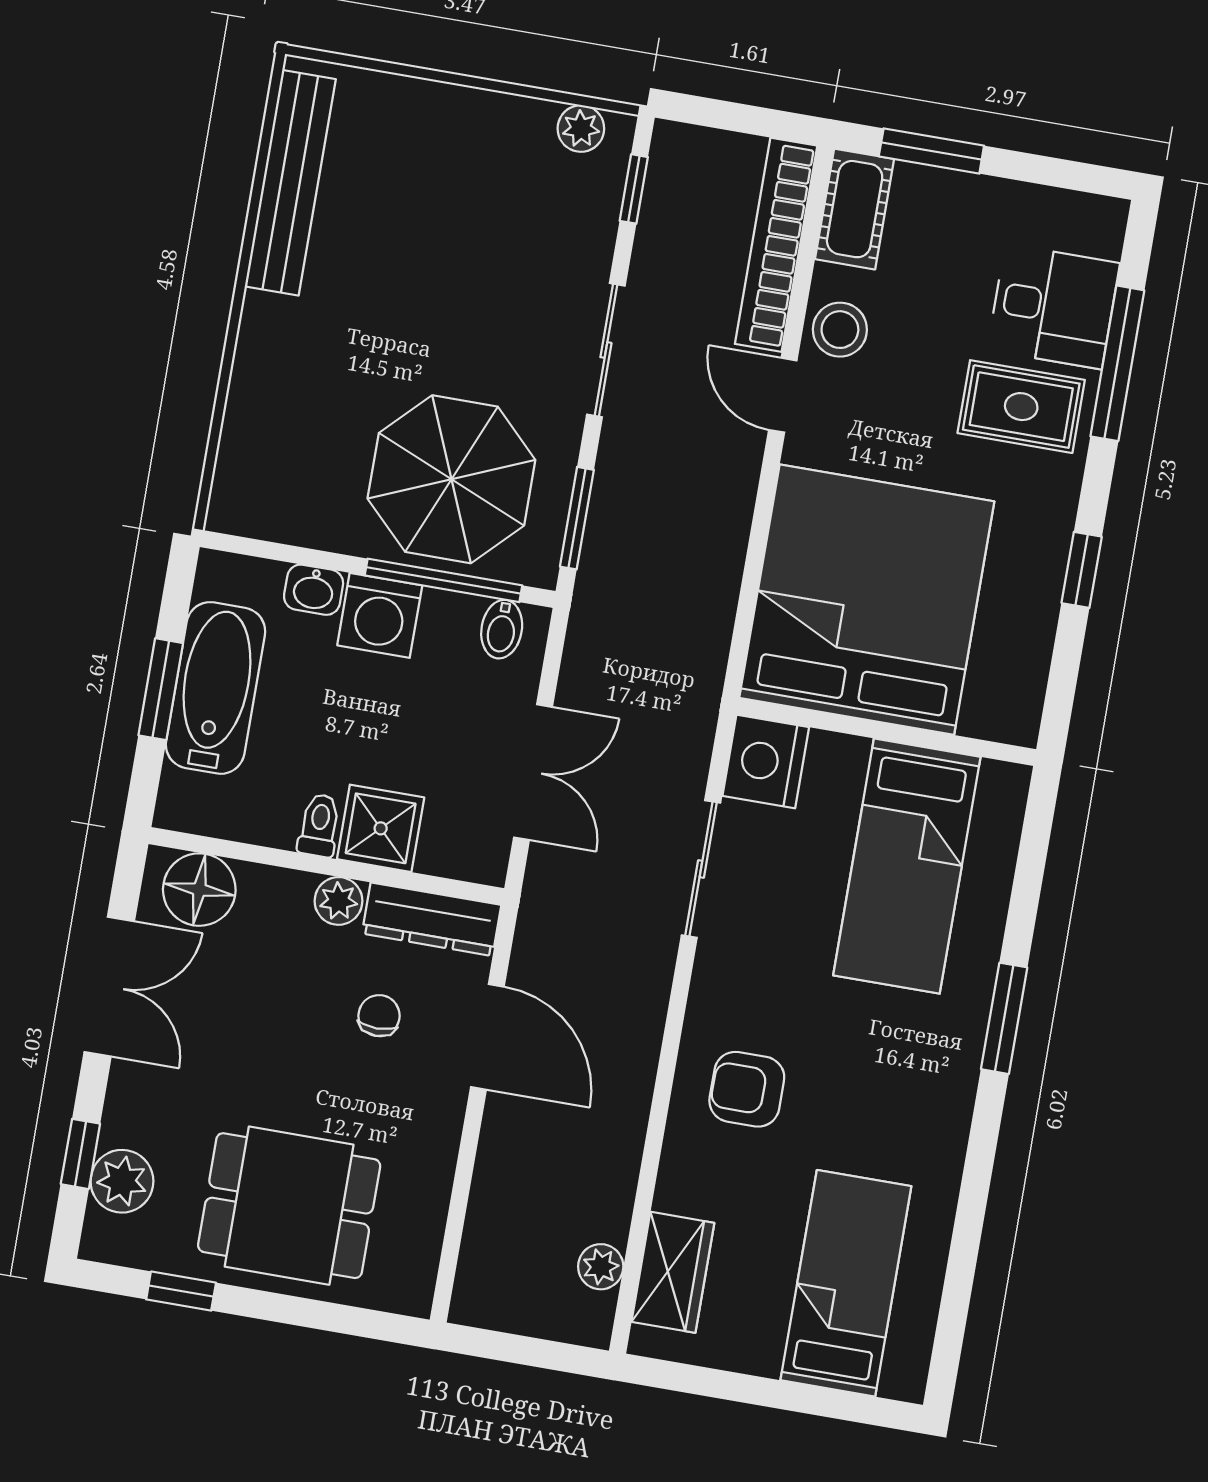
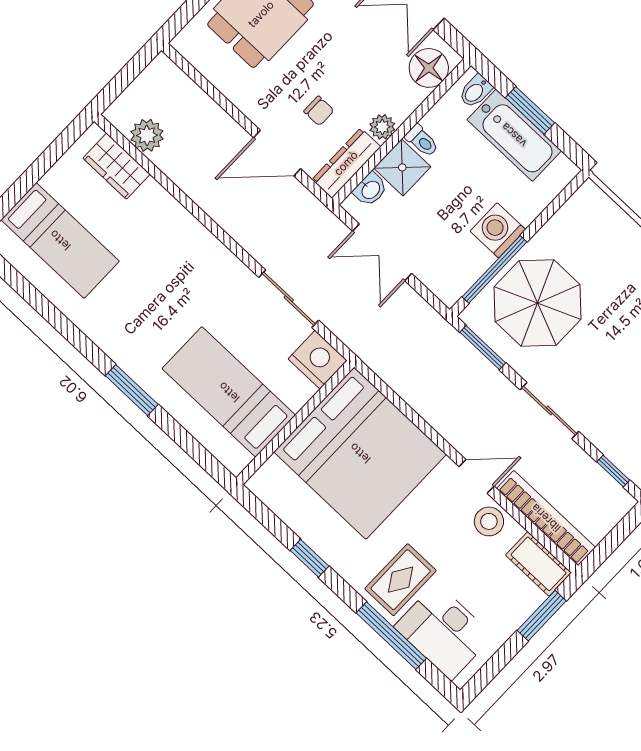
desk: (1054, 306) -> (444, 631), width x1.37
washbasin: (314, 590) -> (370, 189), moved, turned 180
bidet: (502, 629) -> (475, 91), moved, turned -90
armchair: (747, 1089) -> (176, 254), removed
plant: (601, 1267) -> (147, 135), width x1.38, depth x1.38

